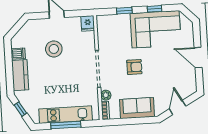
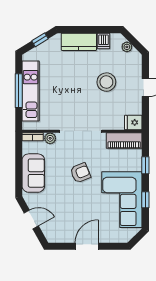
piano: (104, 30) -> (124, 140), added
plant: (22, 33) -> (127, 47), added
armchair: (134, 67) -> (80, 173), turned -112

